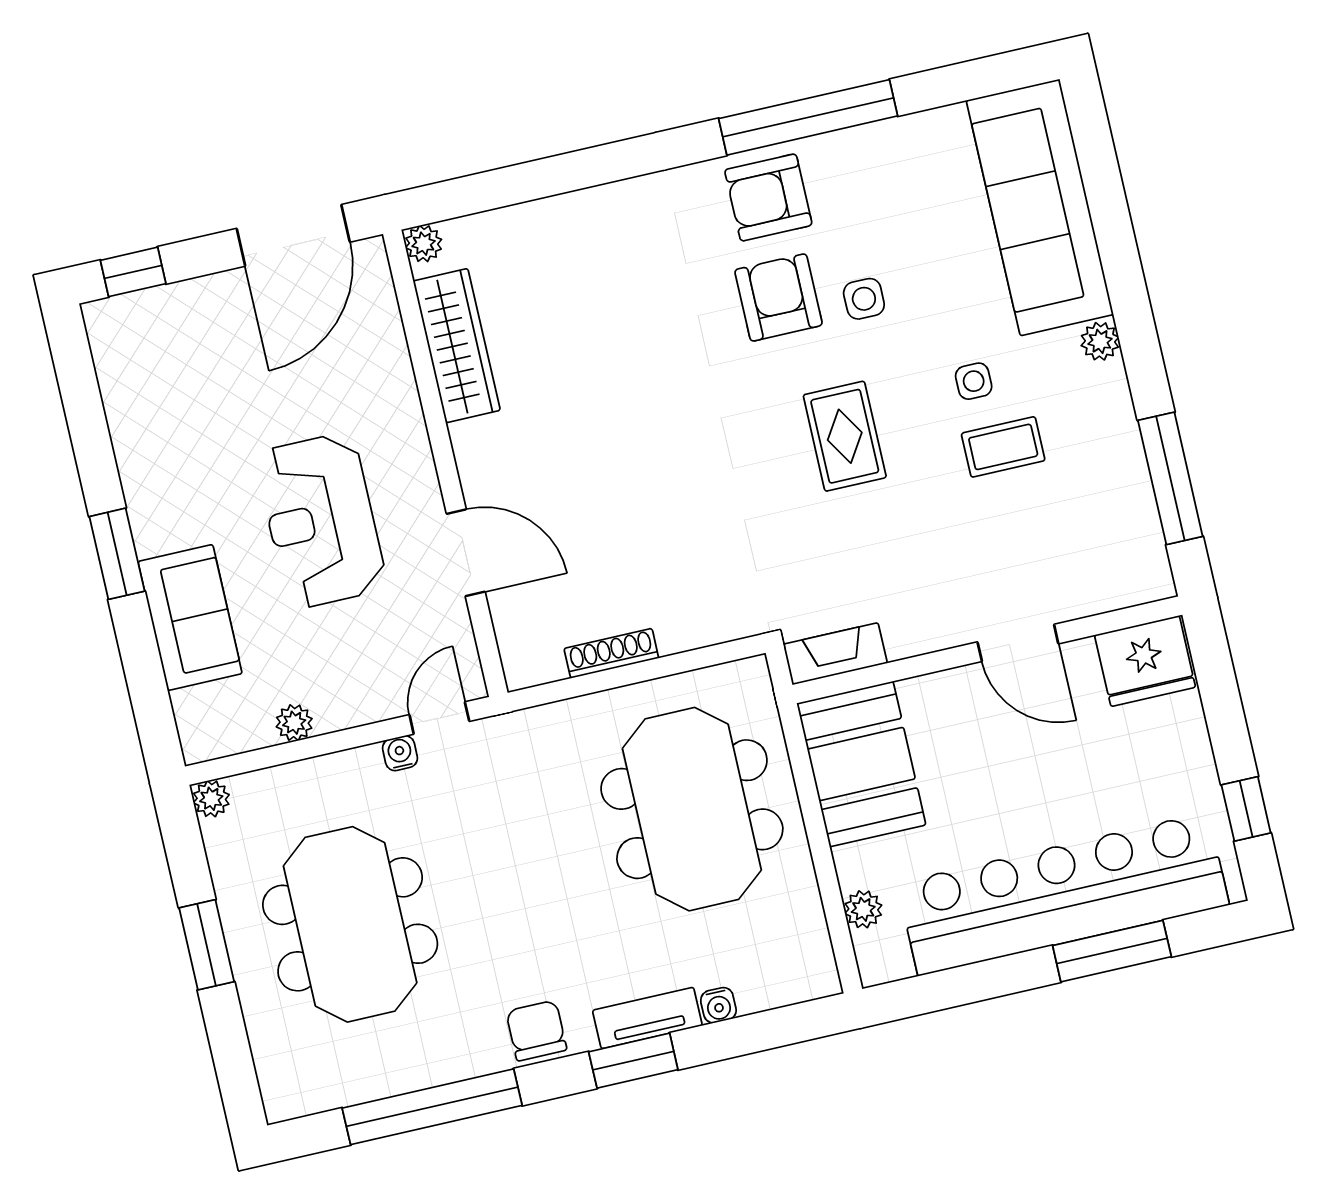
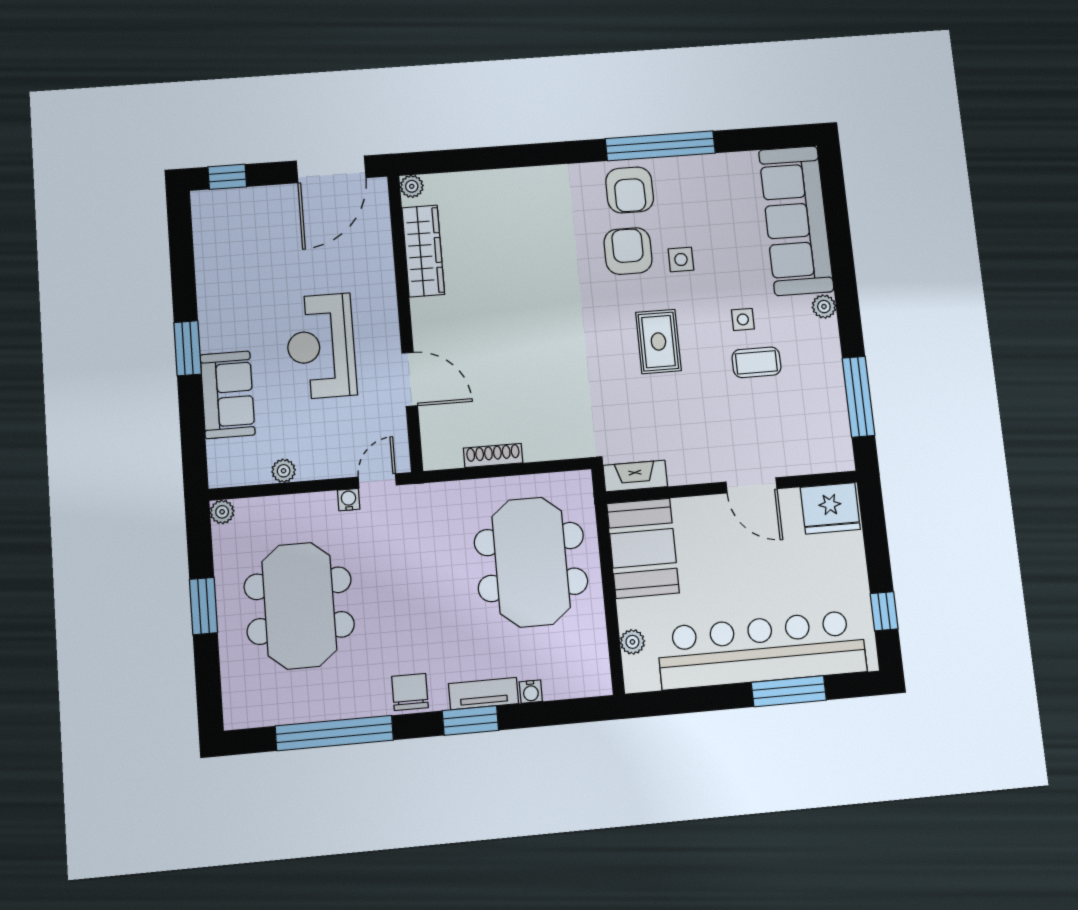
armchair: (768, 197) -> (630, 190), turned -90

